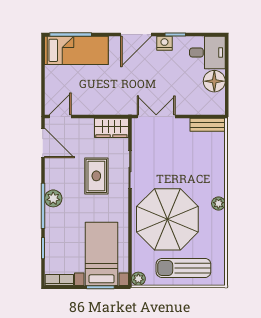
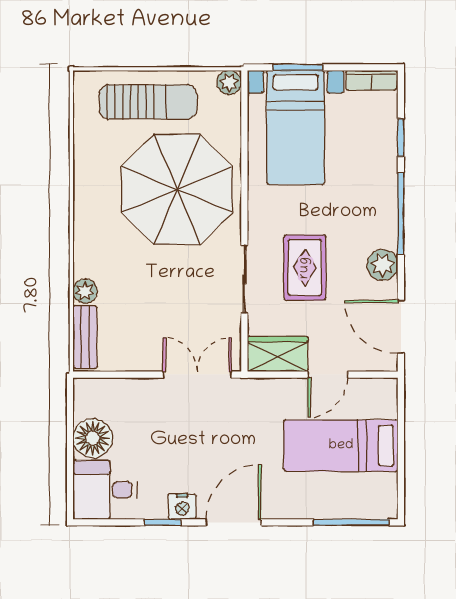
bed: (76, 50) -> (341, 446), moved
door: (60, 116) -> (328, 375), moved
double door: (156, 116) -> (197, 375), swing flipped
bench: (208, 125) -> (85, 337), moved, turned 90
plant: (53, 198) -> (383, 265), moved
plant: (218, 203) -> (85, 291), moved

